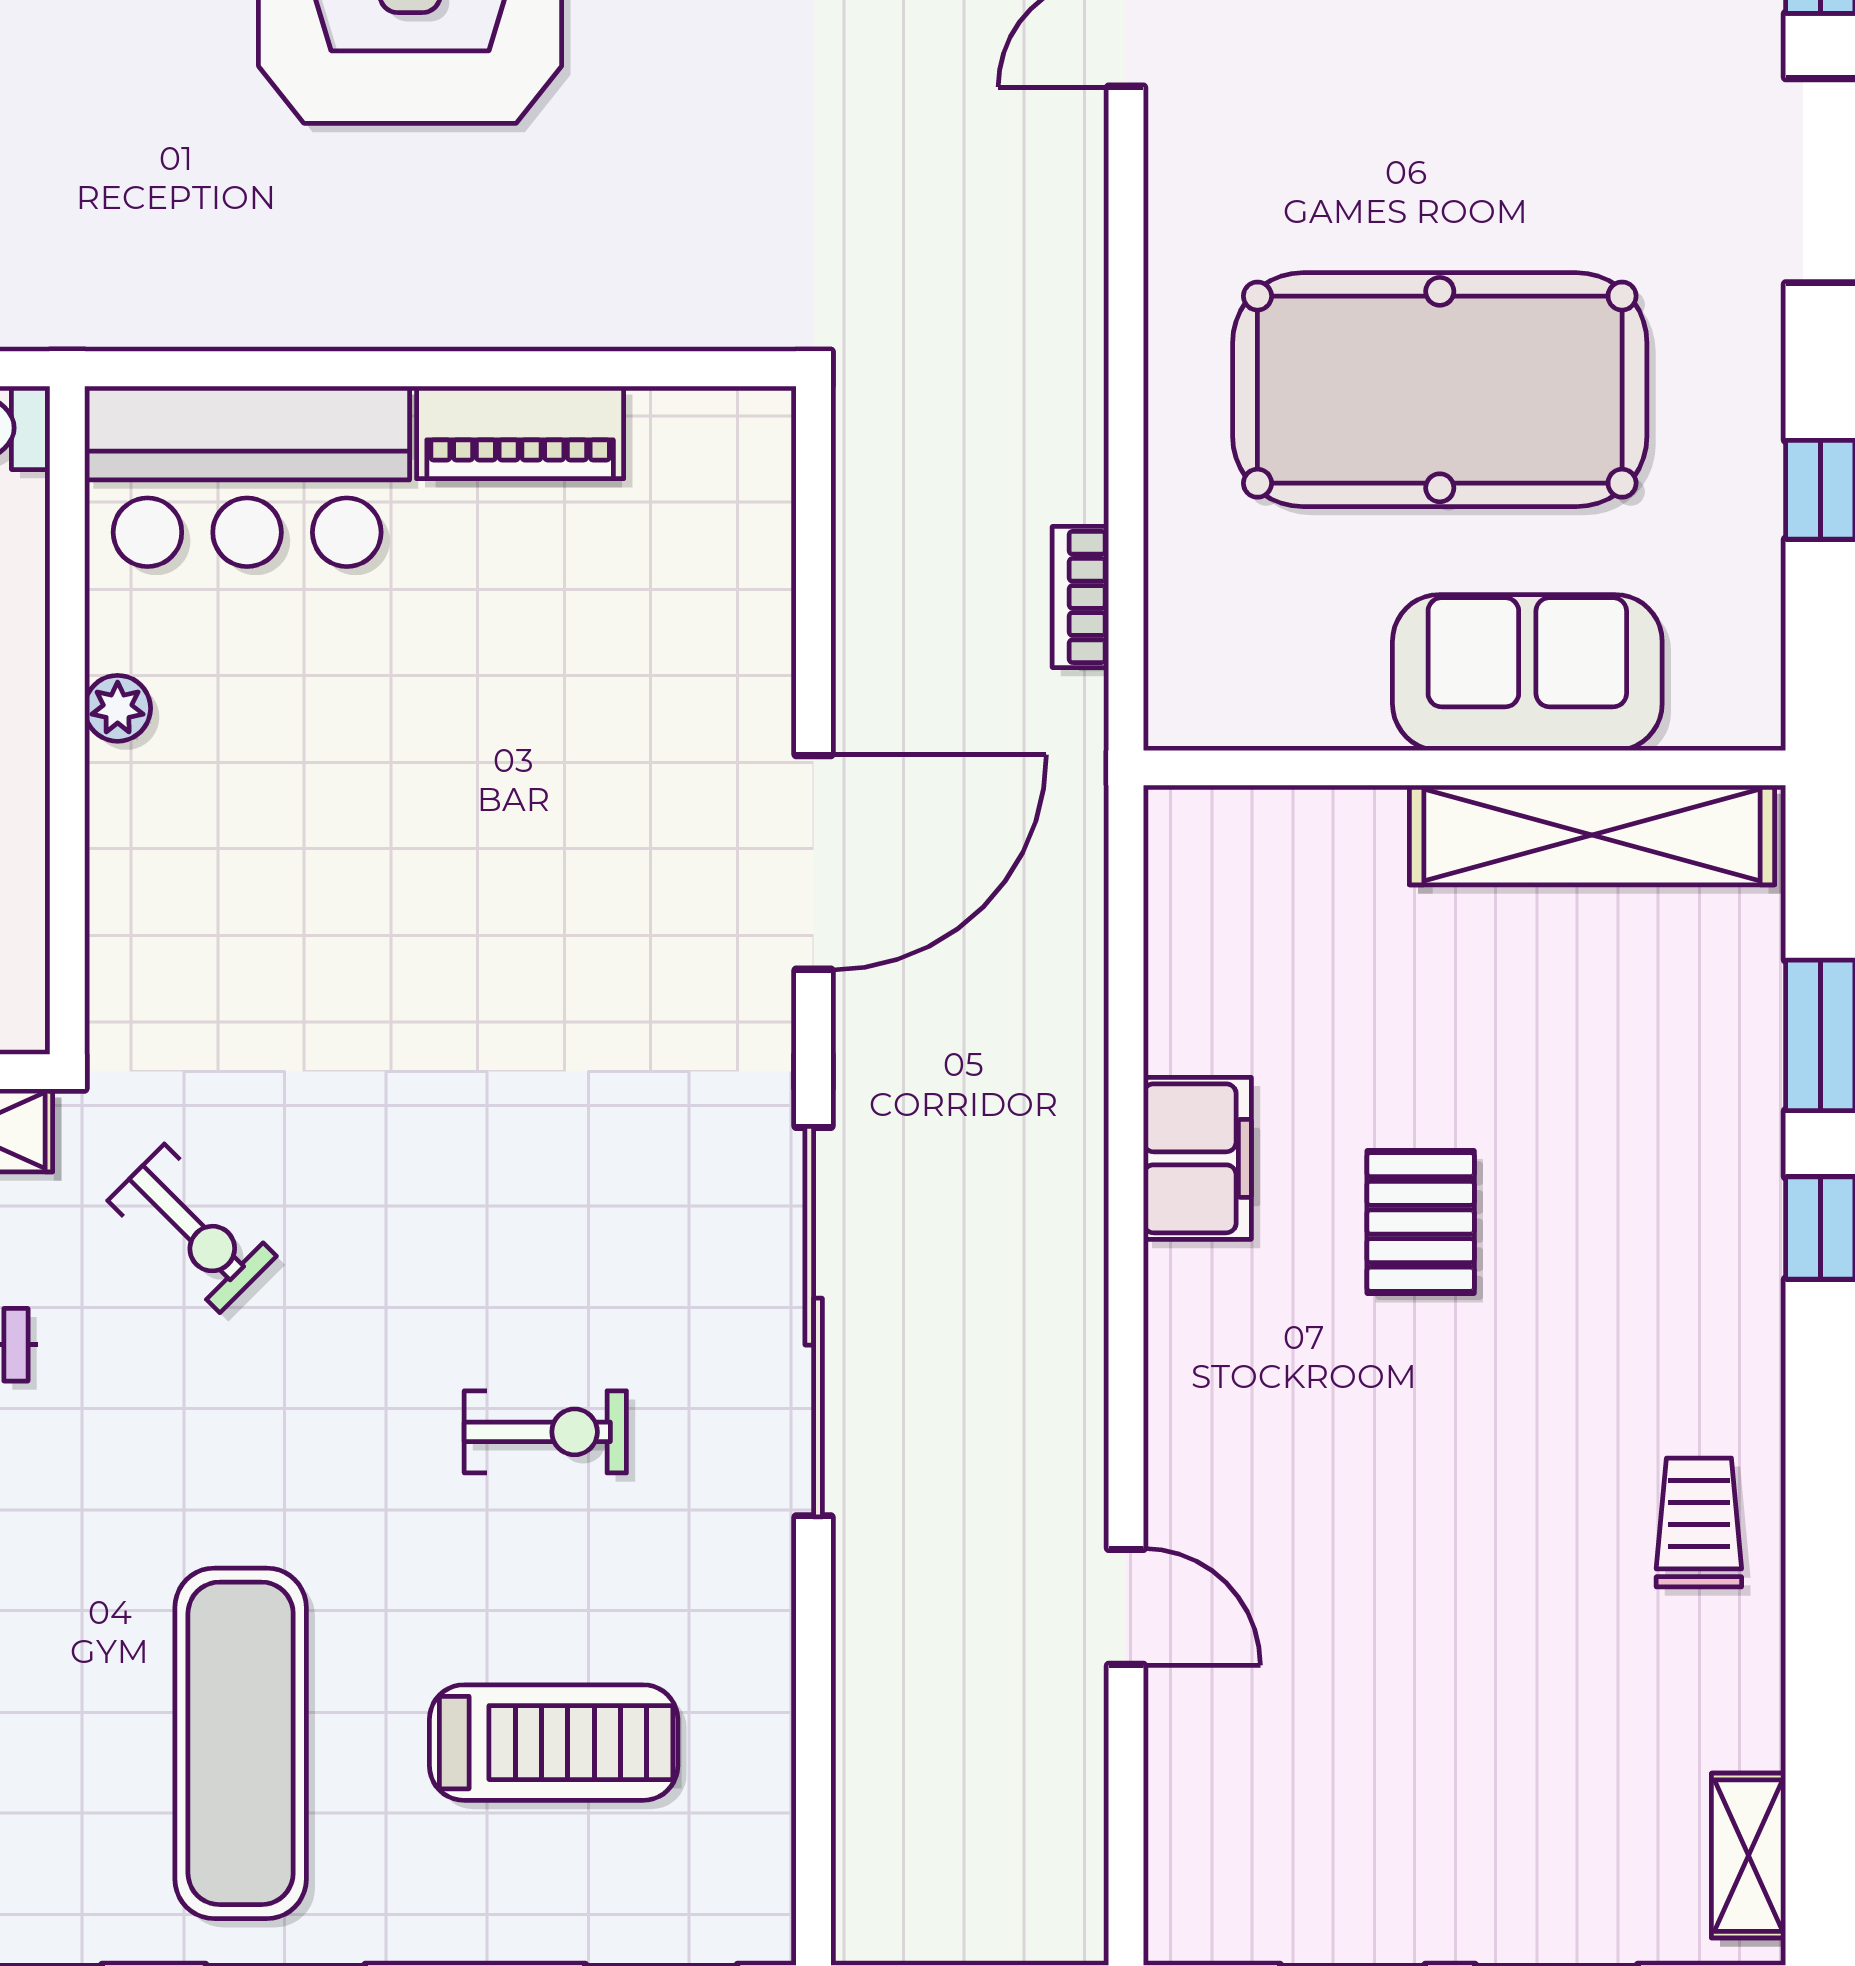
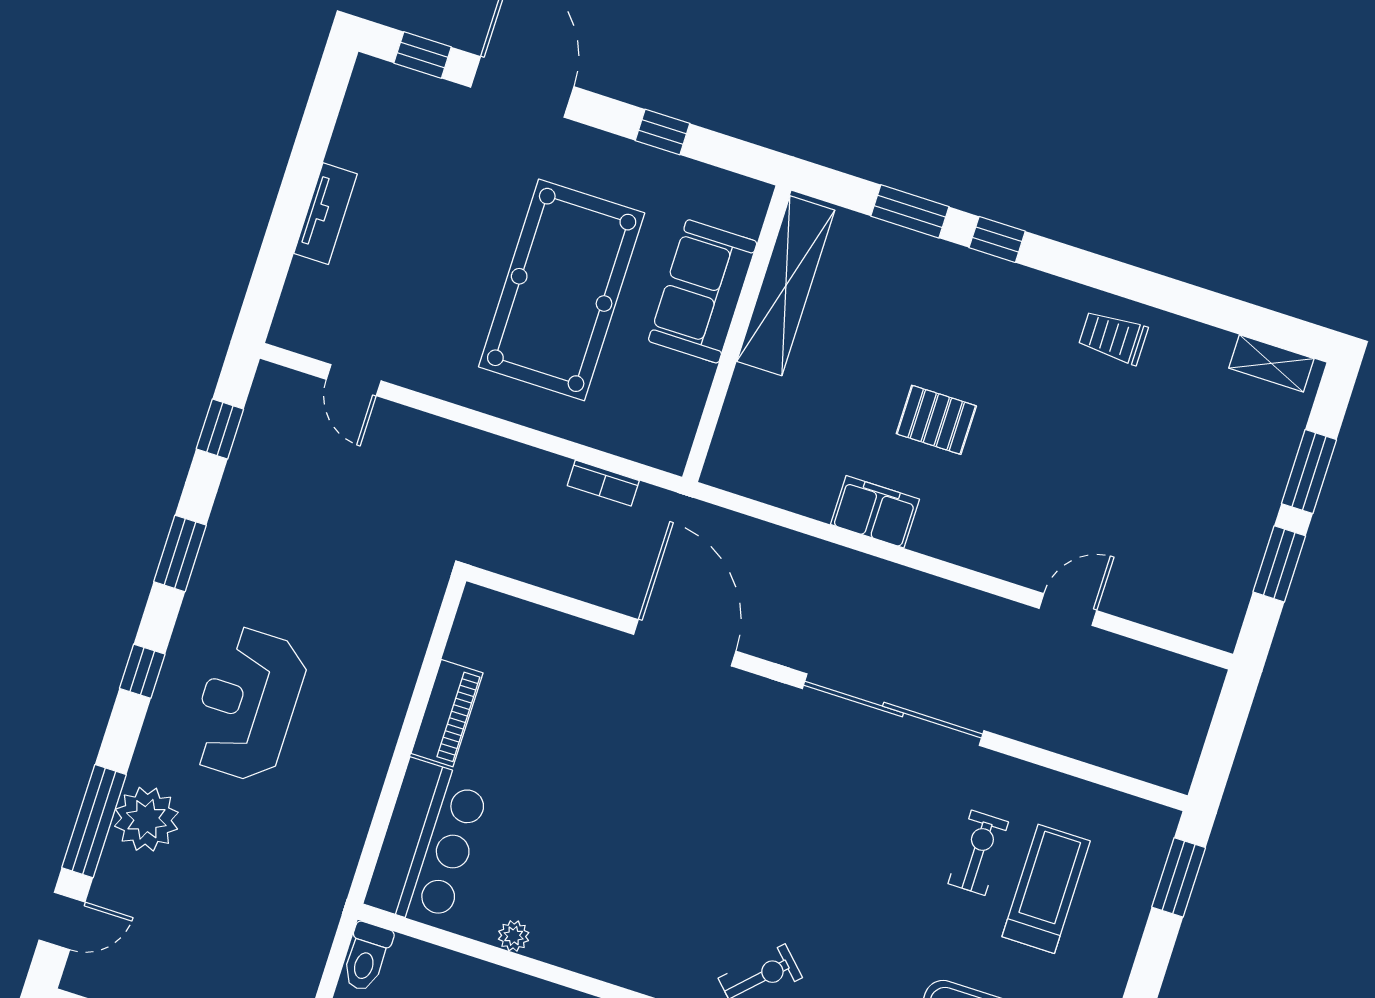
exercise bike: (545, 1432) -> (978, 853), moved

